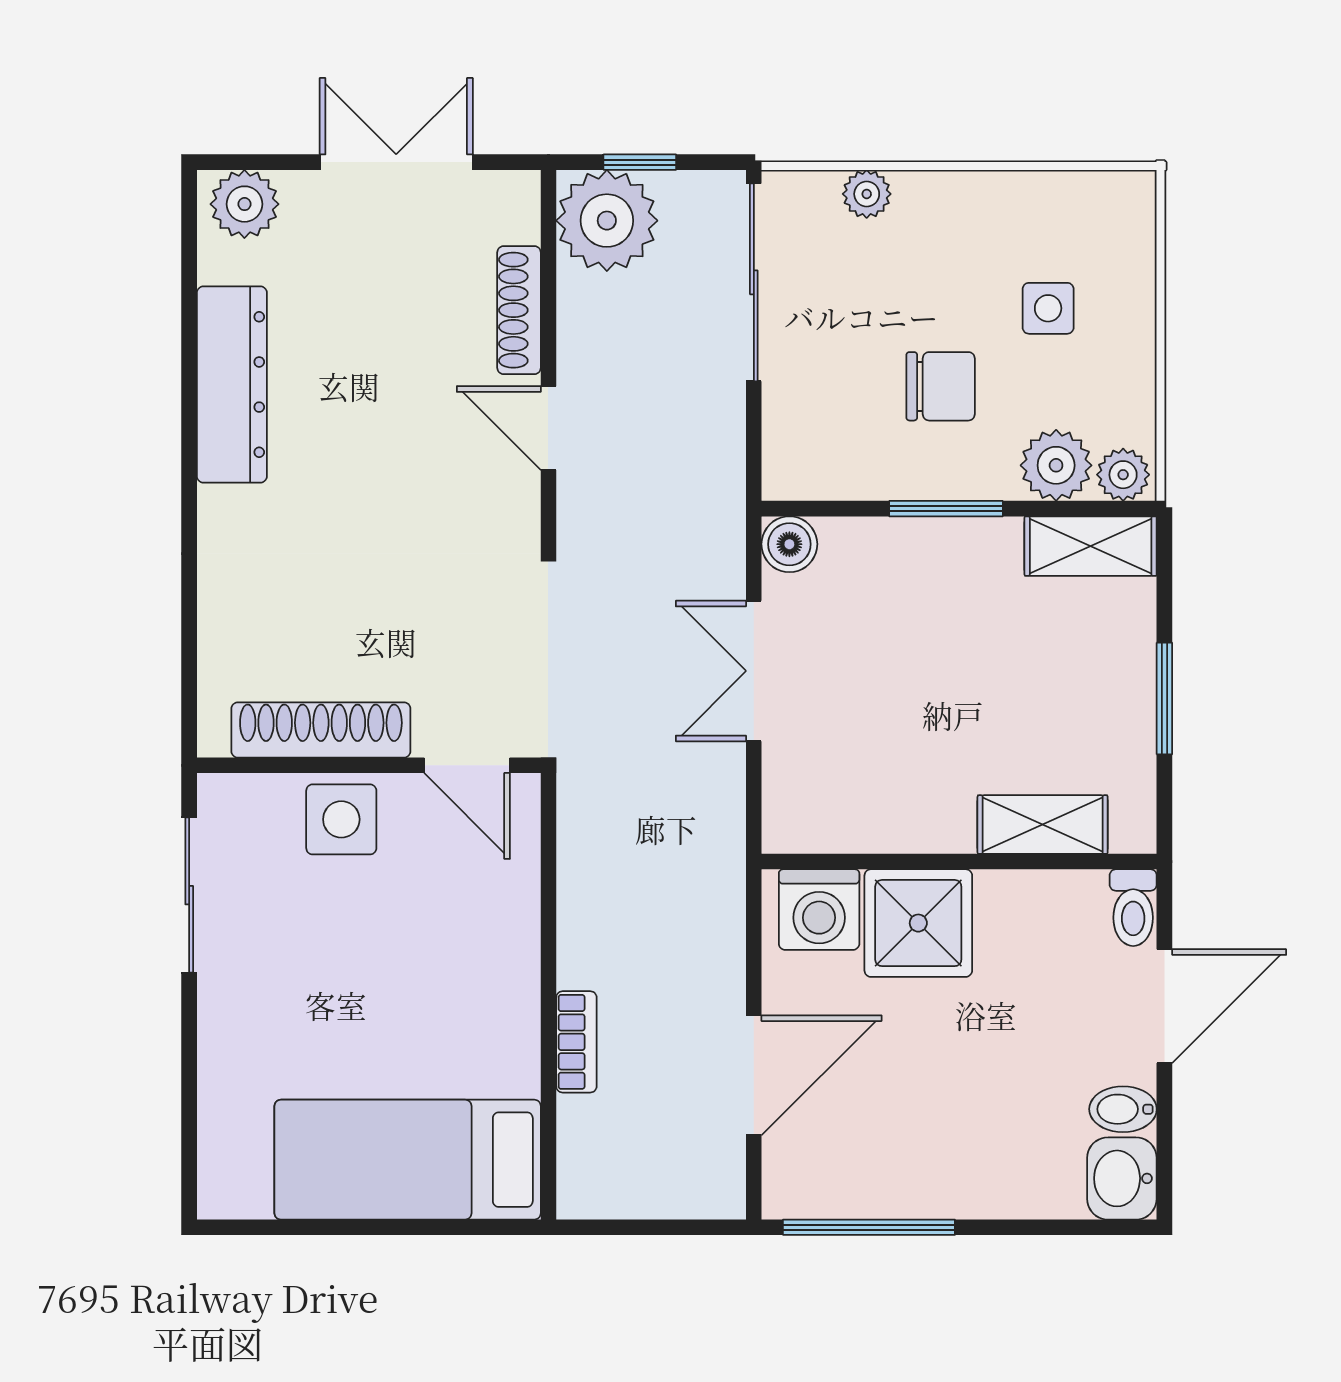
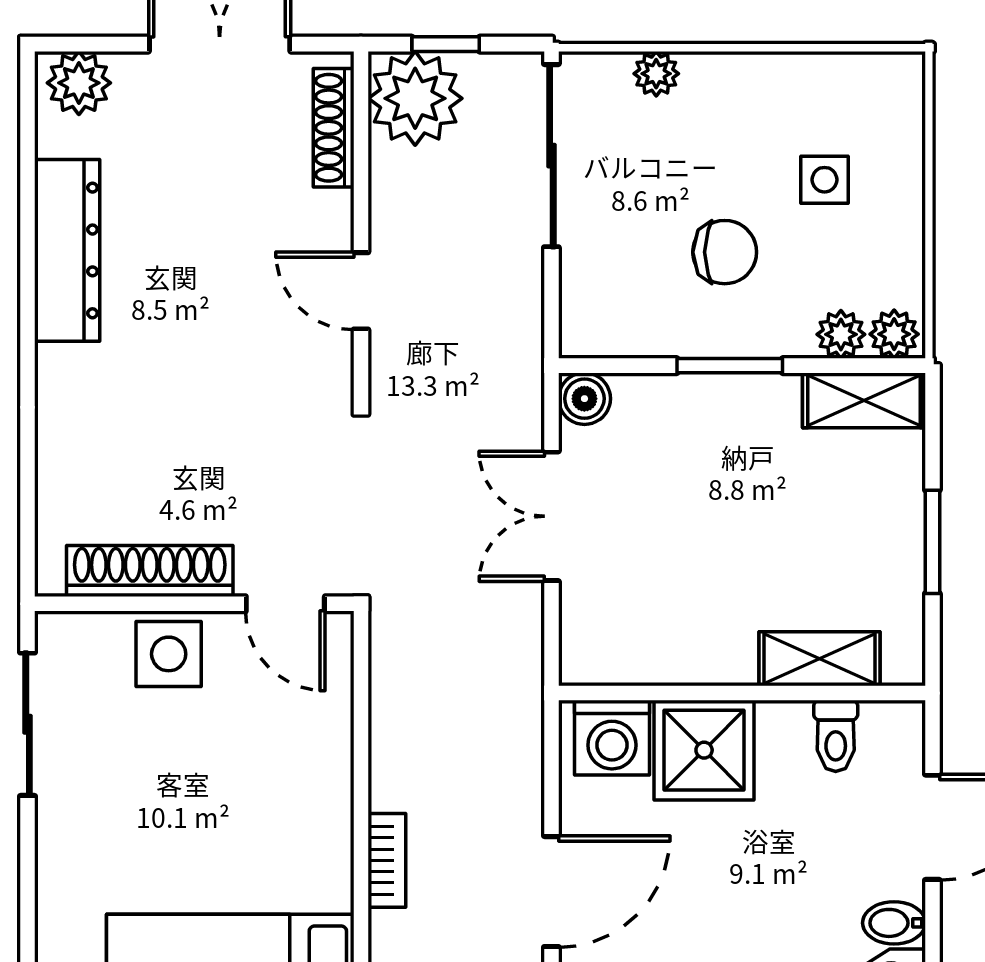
shoe rack: (519, 310) -> (334, 128), moved
plant: (1056, 465) -> (841, 334), width x0.73, depth x0.73
toilet: (1133, 908) -> (836, 736), moved

